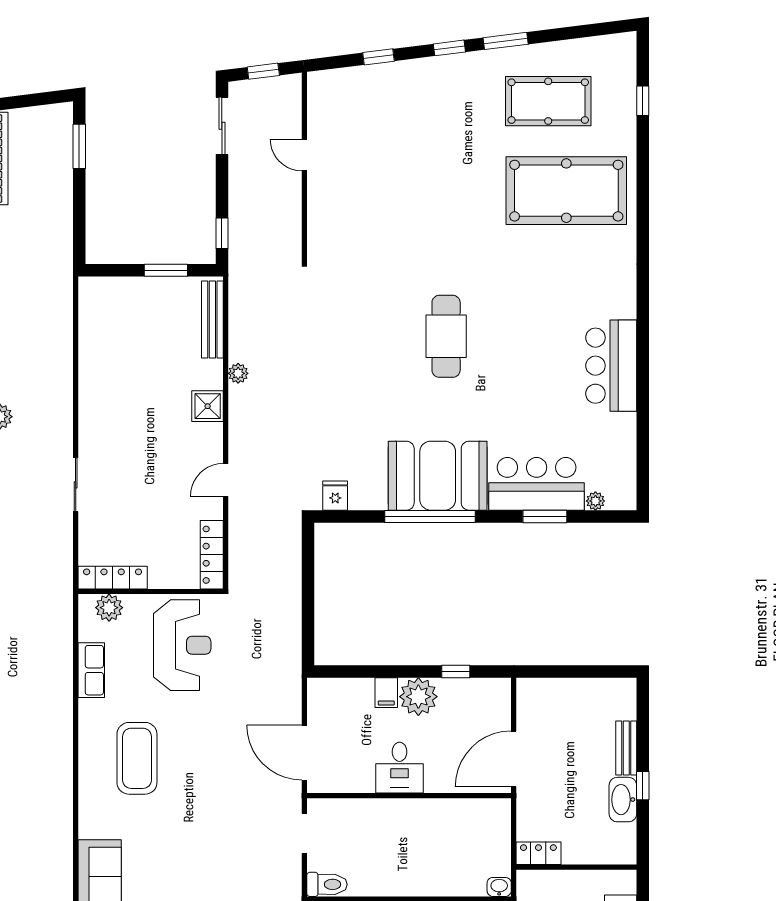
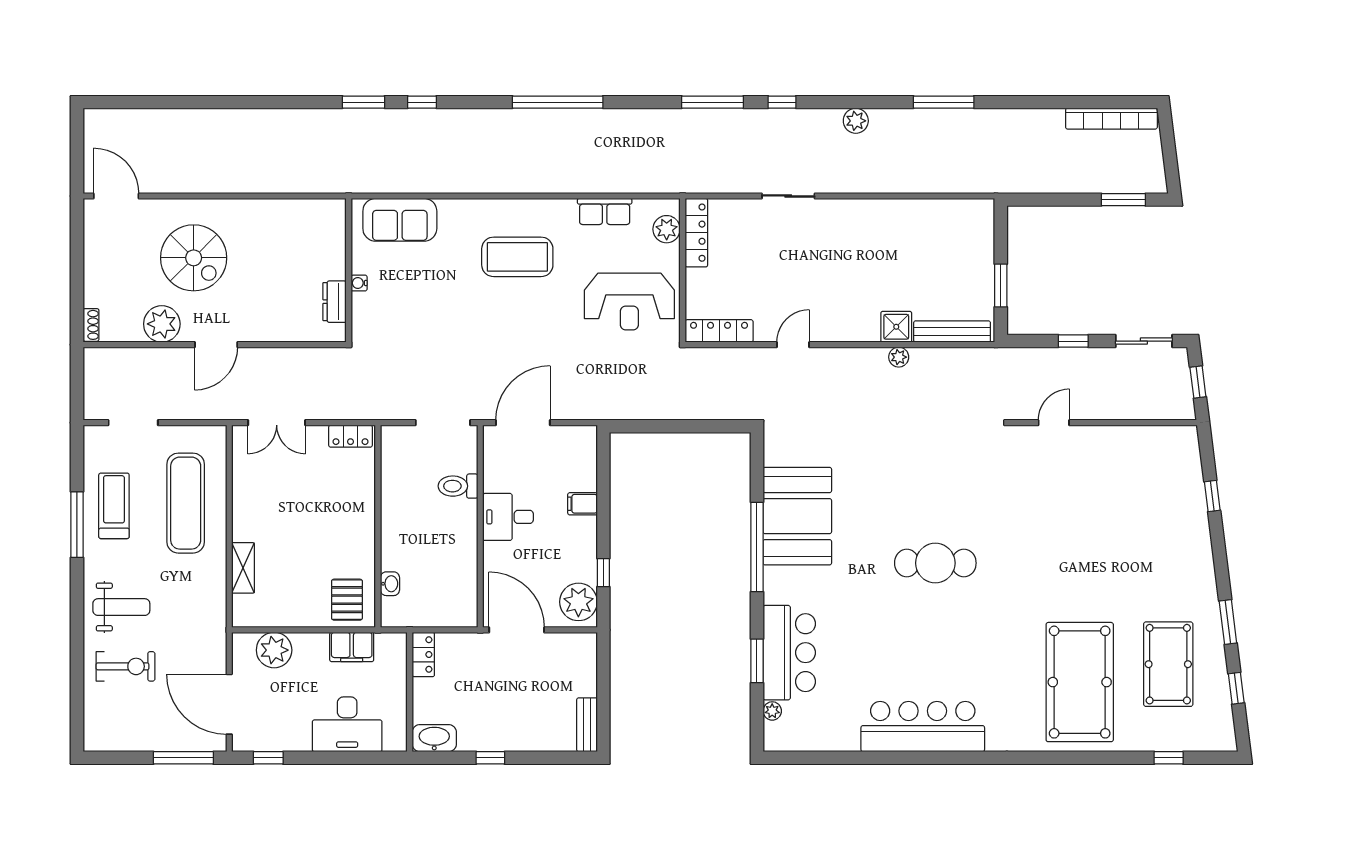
window: (449, 48) -> (1236, 688), moved
door: (304, 155) -> (1054, 423), moved
window: (222, 233) -> (1073, 341), moved
bar counter: (611, 366) -> (923, 727), width x1.36
shower: (208, 406) -> (896, 327), moved
booth: (438, 476) -> (797, 516), moved
door: (226, 480) -> (793, 345), hinge flipped
fridge: (335, 496) -> (778, 453), removed
plant: (418, 697) -> (578, 602), moved
bench: (626, 748) -> (587, 725), moved, turned 90
washbasin: (623, 800) -> (434, 738), moved
doorway: (304, 833) -> (443, 423), width x1.38
toilet: (327, 884) -> (458, 486), moved, turned 90
washbasin: (499, 887) -> (390, 584), moved

